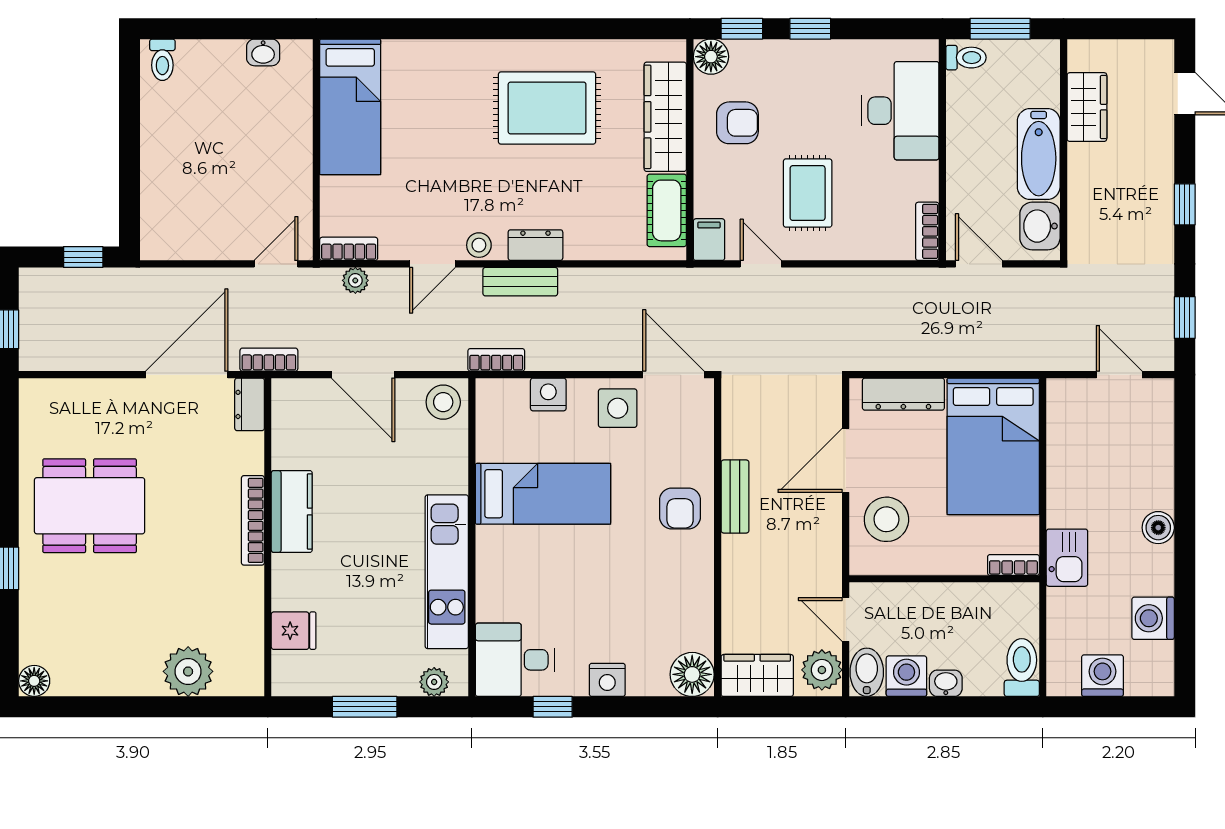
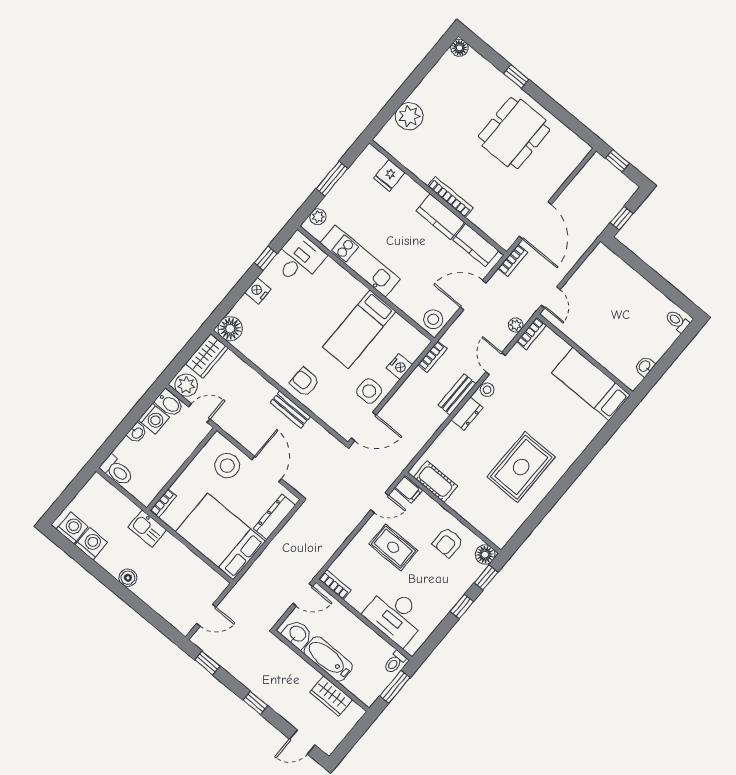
wardrobe: (665, 117) -> (476, 514), removed
dresser: (250, 404) -> (501, 236), removed
kitchen counter: (291, 429) -> (476, 245), added
washing machine: (1102, 676) -> (72, 528), moved, turned -90

